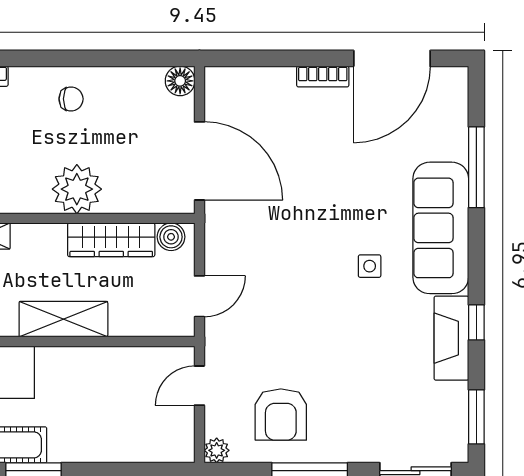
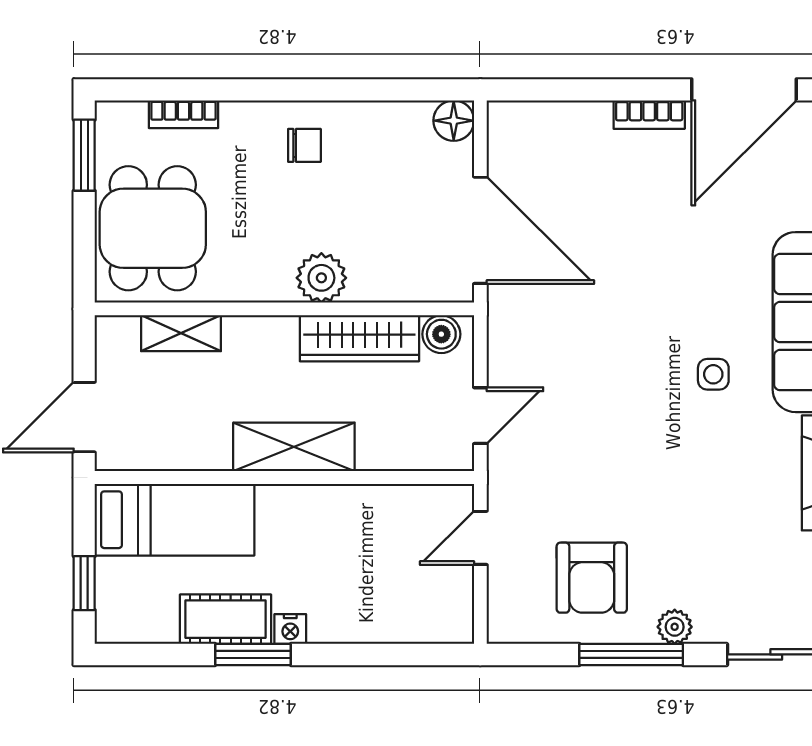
plant: (77, 189) -> (321, 278), width x0.73, depth x0.73
plant: (217, 450) -> (675, 627), moved
nightstand: (61, 452) -> (290, 629), added

